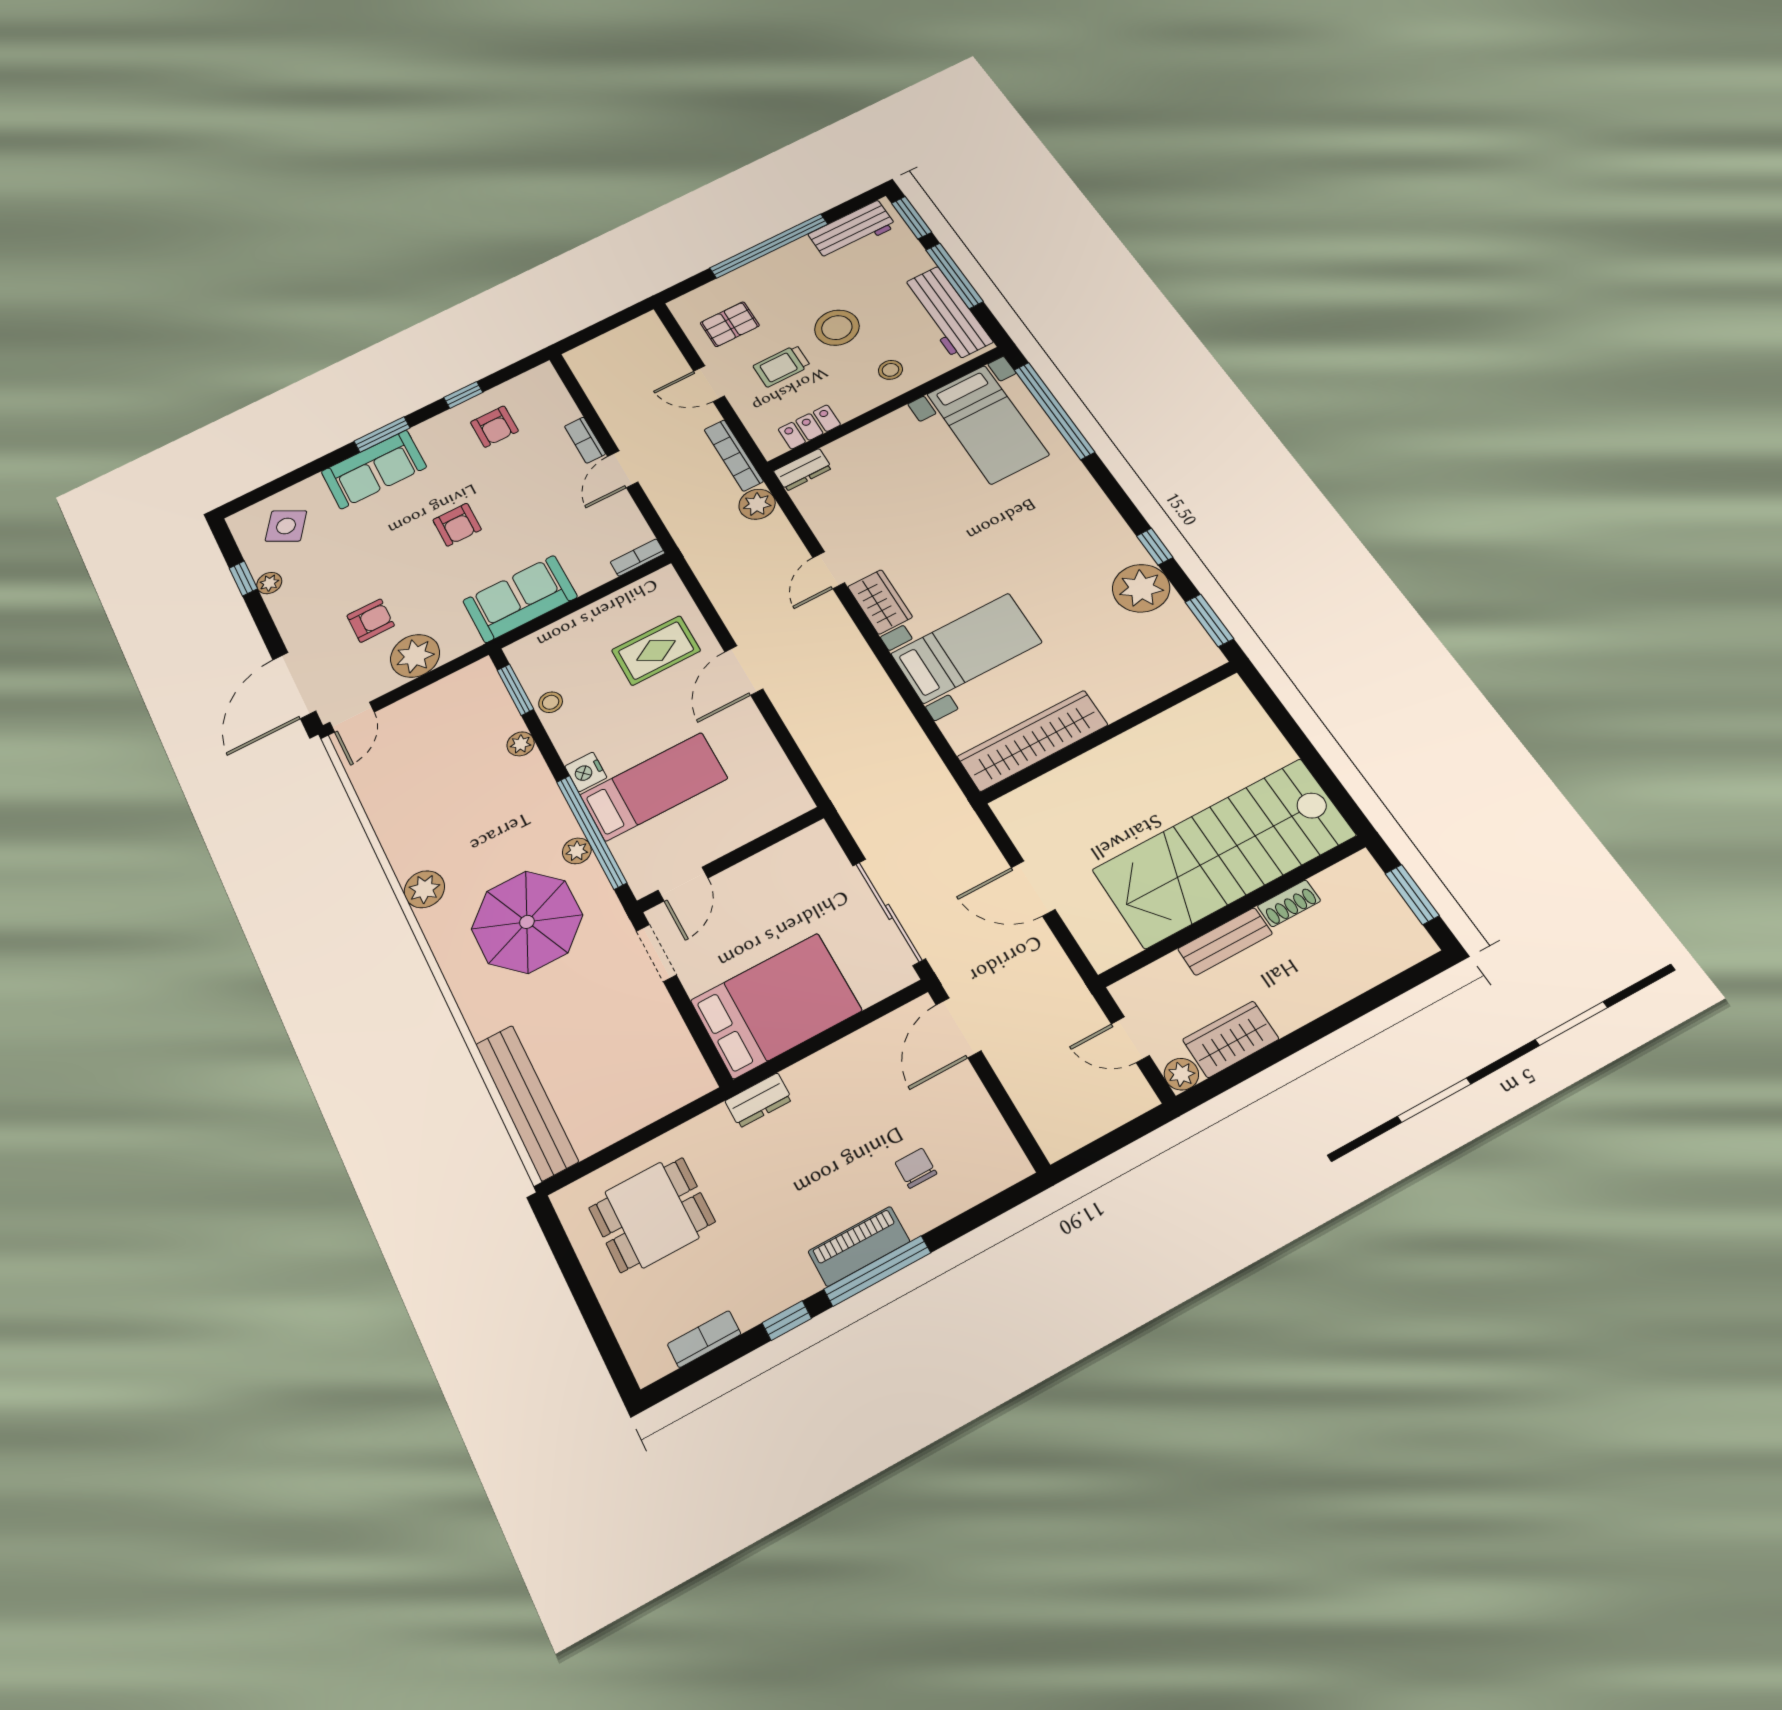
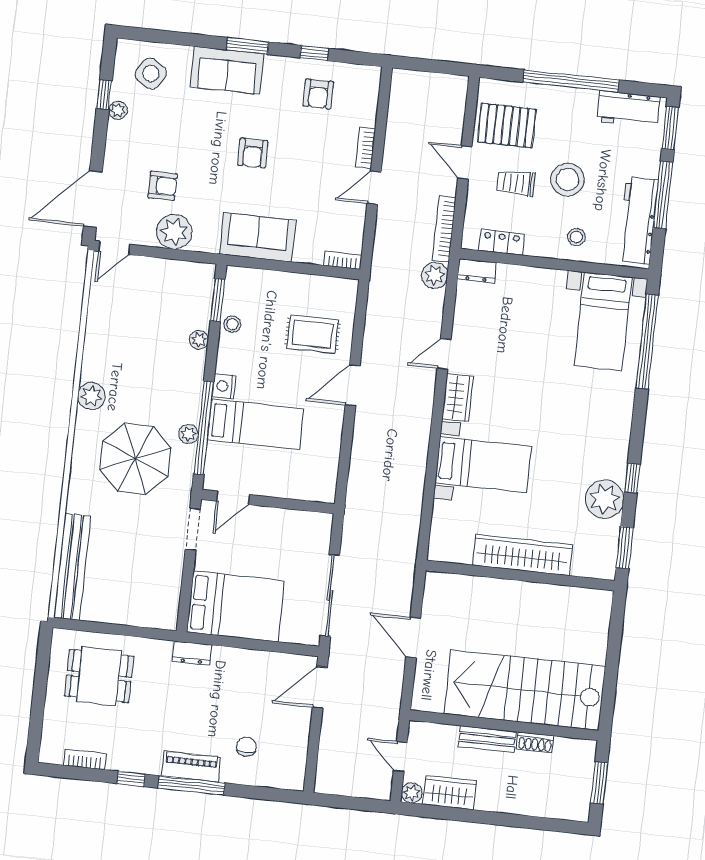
pallet: (730, 324) -> (507, 125), width x1.50, depth x1.42
wardrobe: (1032, 741) -> (522, 555), moved

